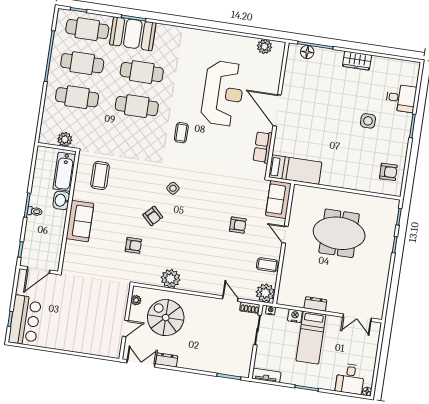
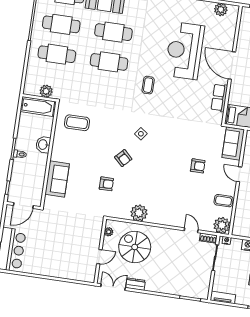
reception desk: (223, 93) -> (185, 51), turned 180
bathtub: (64, 172) -> (37, 106), moved, turned -90
coffee table: (100, 175) -> (77, 123), turned 90
sofa: (80, 221) -> (57, 179), moved

